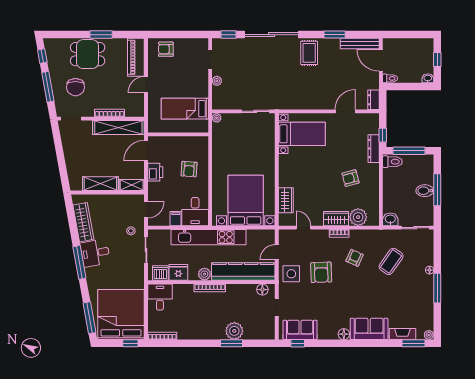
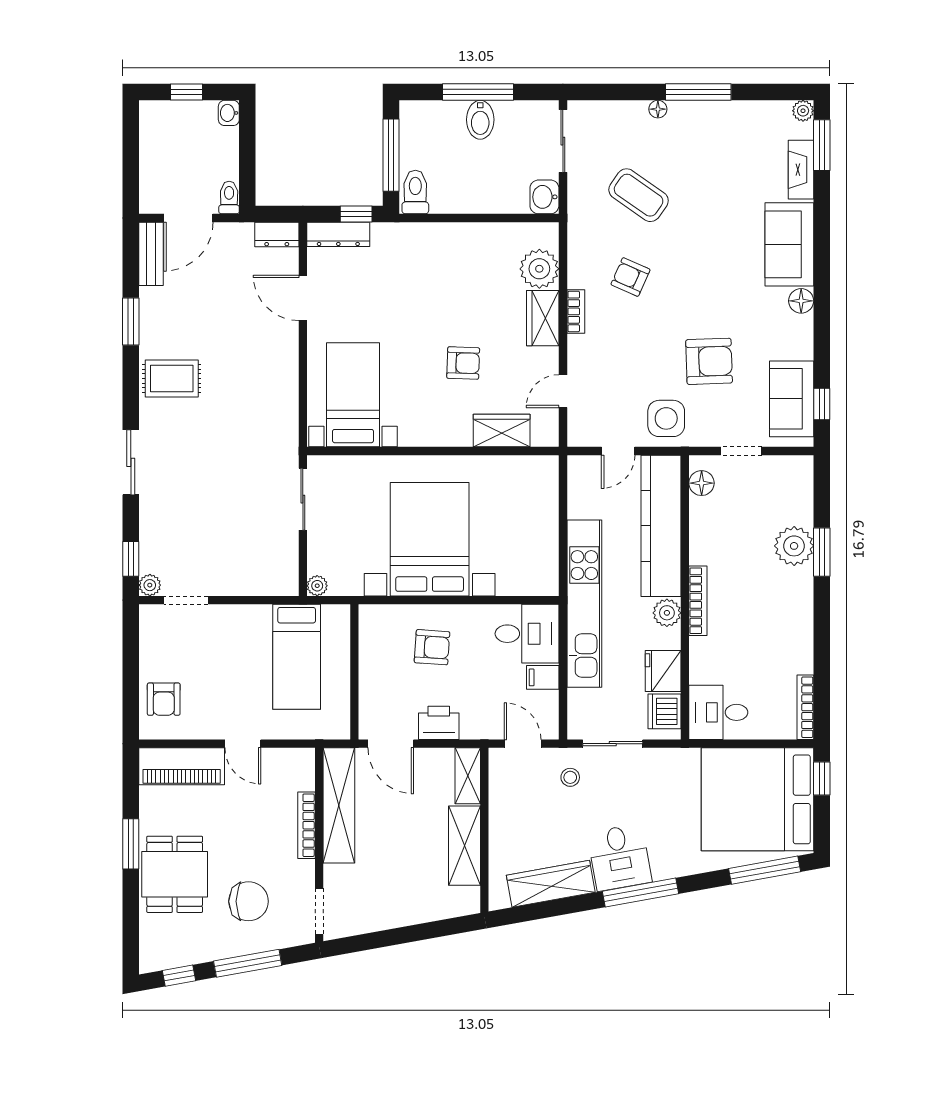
sliding door: (272, 35) -> (131, 462), width x0.54
bench: (360, 44) -> (151, 254), width x0.73
plant: (217, 81) -> (150, 585), moved
dresser: (374, 149) -> (338, 234), moved
armchair: (350, 178) -> (463, 363), moved, turned -73
bed with nightstands: (246, 200) -> (430, 539), moved, turned 90
door: (277, 252) -> (618, 451), hinge flipped
armchair: (321, 272) -> (709, 361), moved

